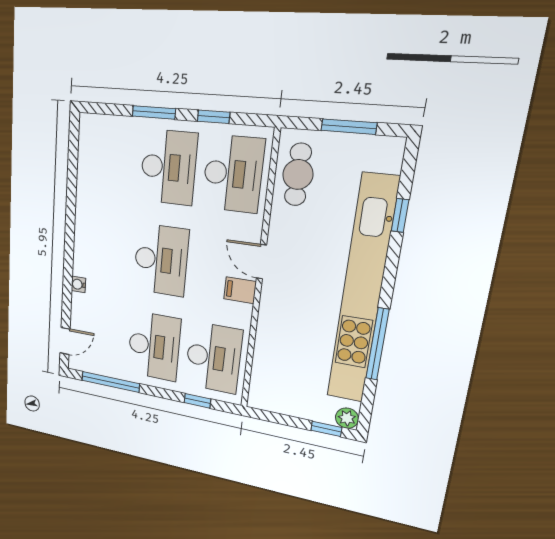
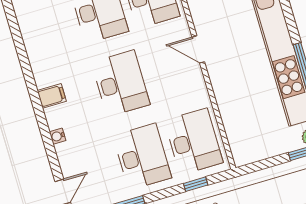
filing cabinet: (240, 290) -> (52, 96), moved, turned 180

